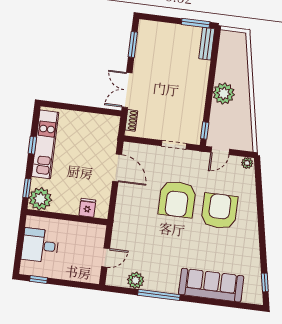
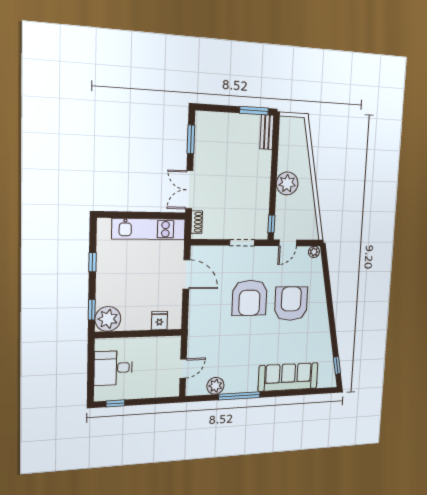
kitchen unit: (45, 144) -> (149, 229), moved, turned 90

